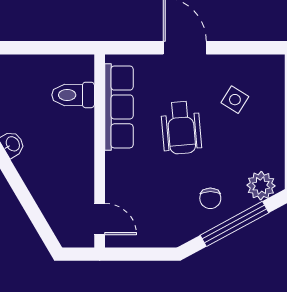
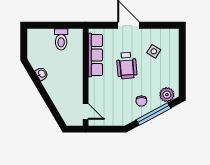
toilet: (73, 95) -> (61, 39), moved, turned -90

